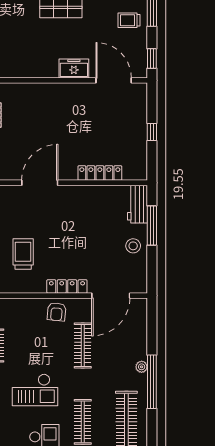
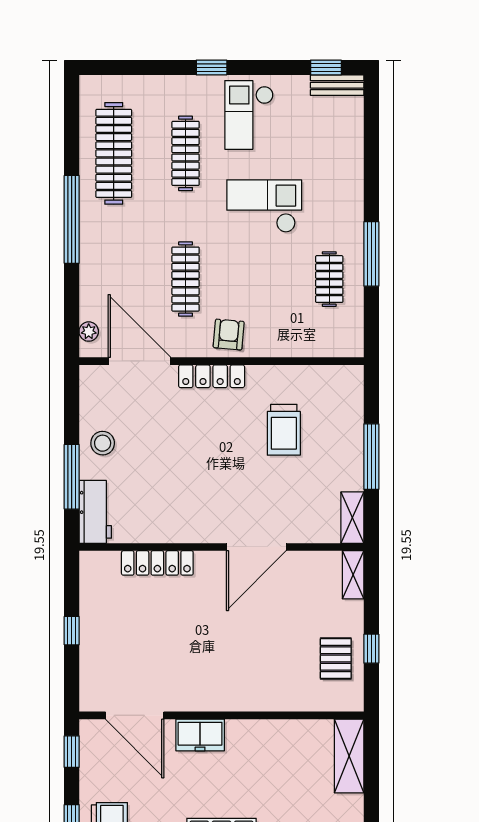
door: (111, 296) -> (139, 361), hinge flipped
plant: (142, 367) -> (89, 332), moved

